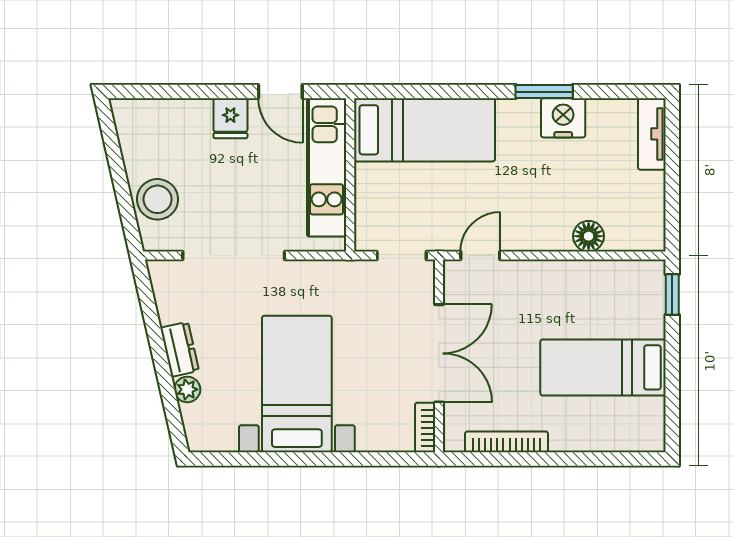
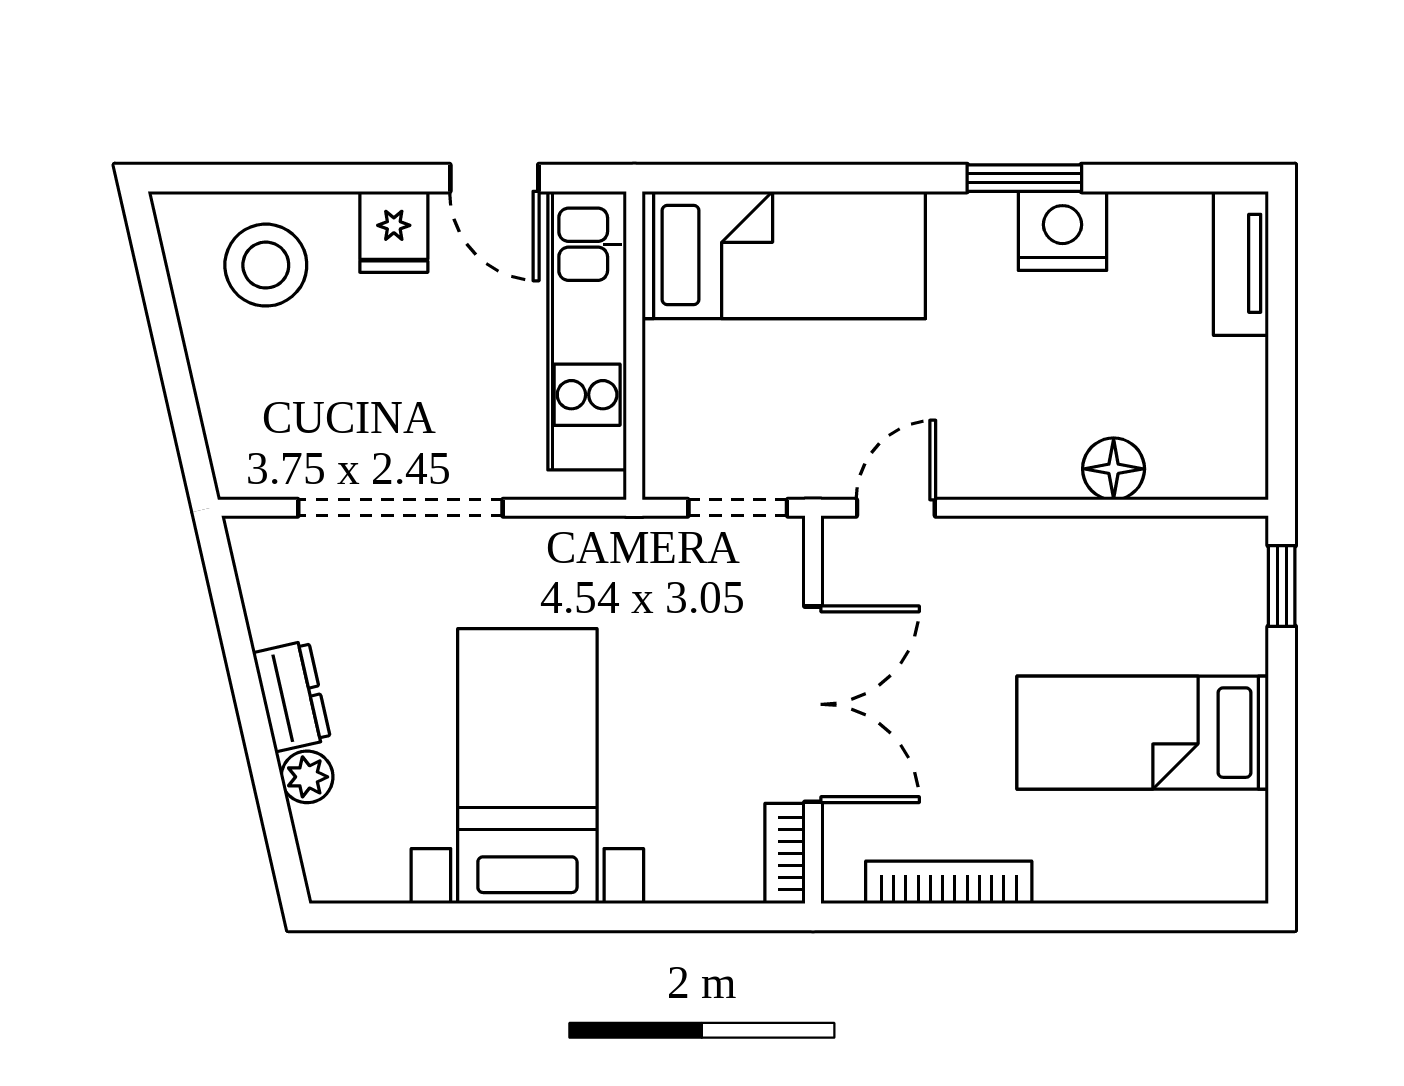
stool: (158, 199) -> (266, 265), moved

